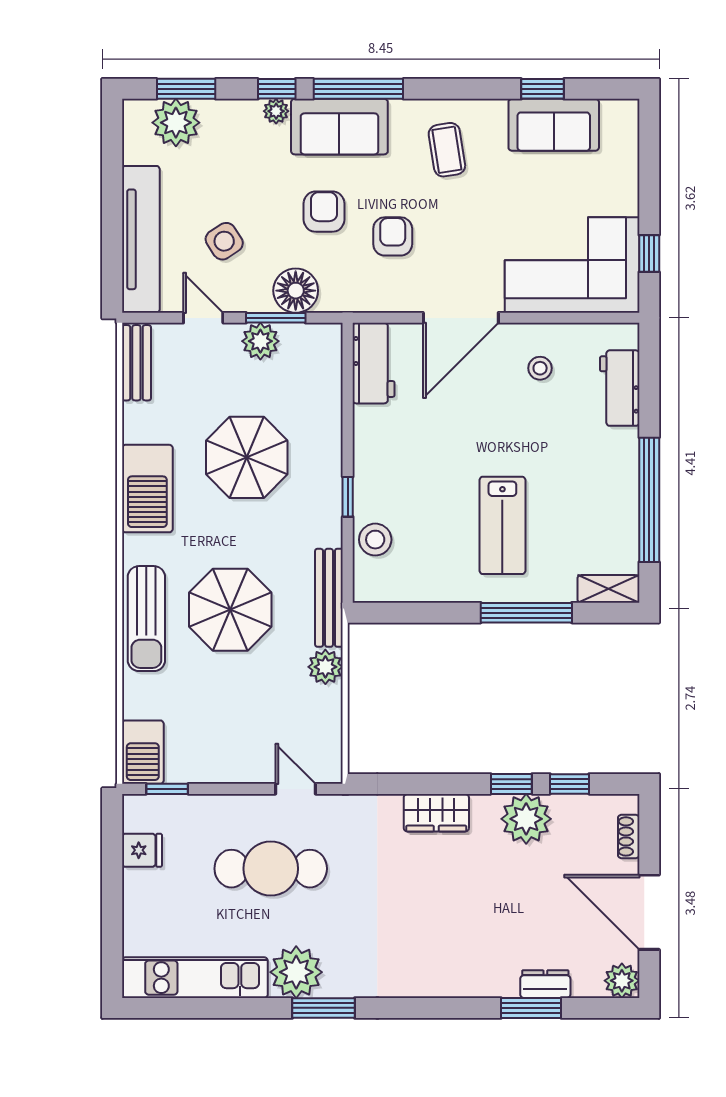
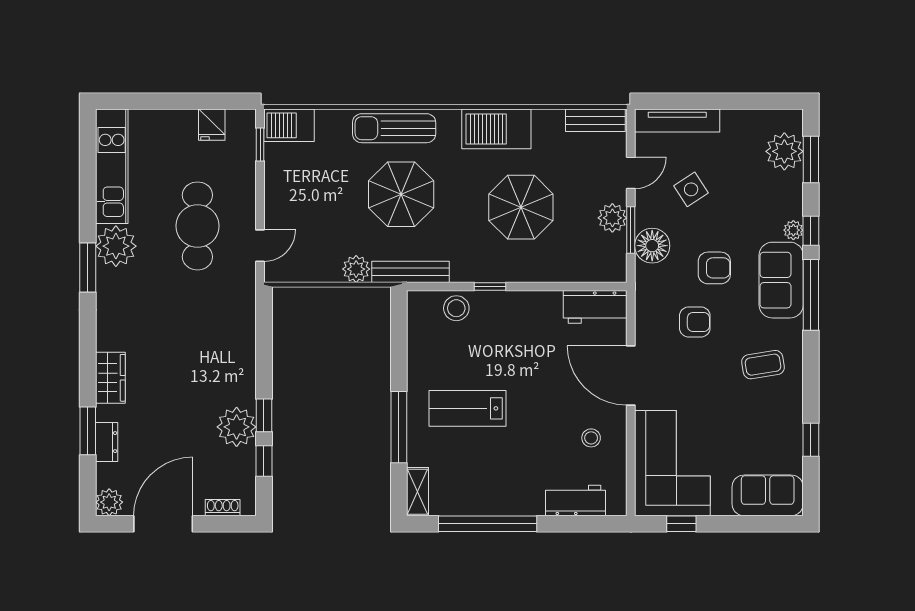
sofa: (554, 125) -> (768, 495), moved, turned 90
tv unit: (141, 239) -> (677, 121), width x0.73, depth x0.78
wardrobe: (436, 813) -> (110, 378), moved, turned 180

